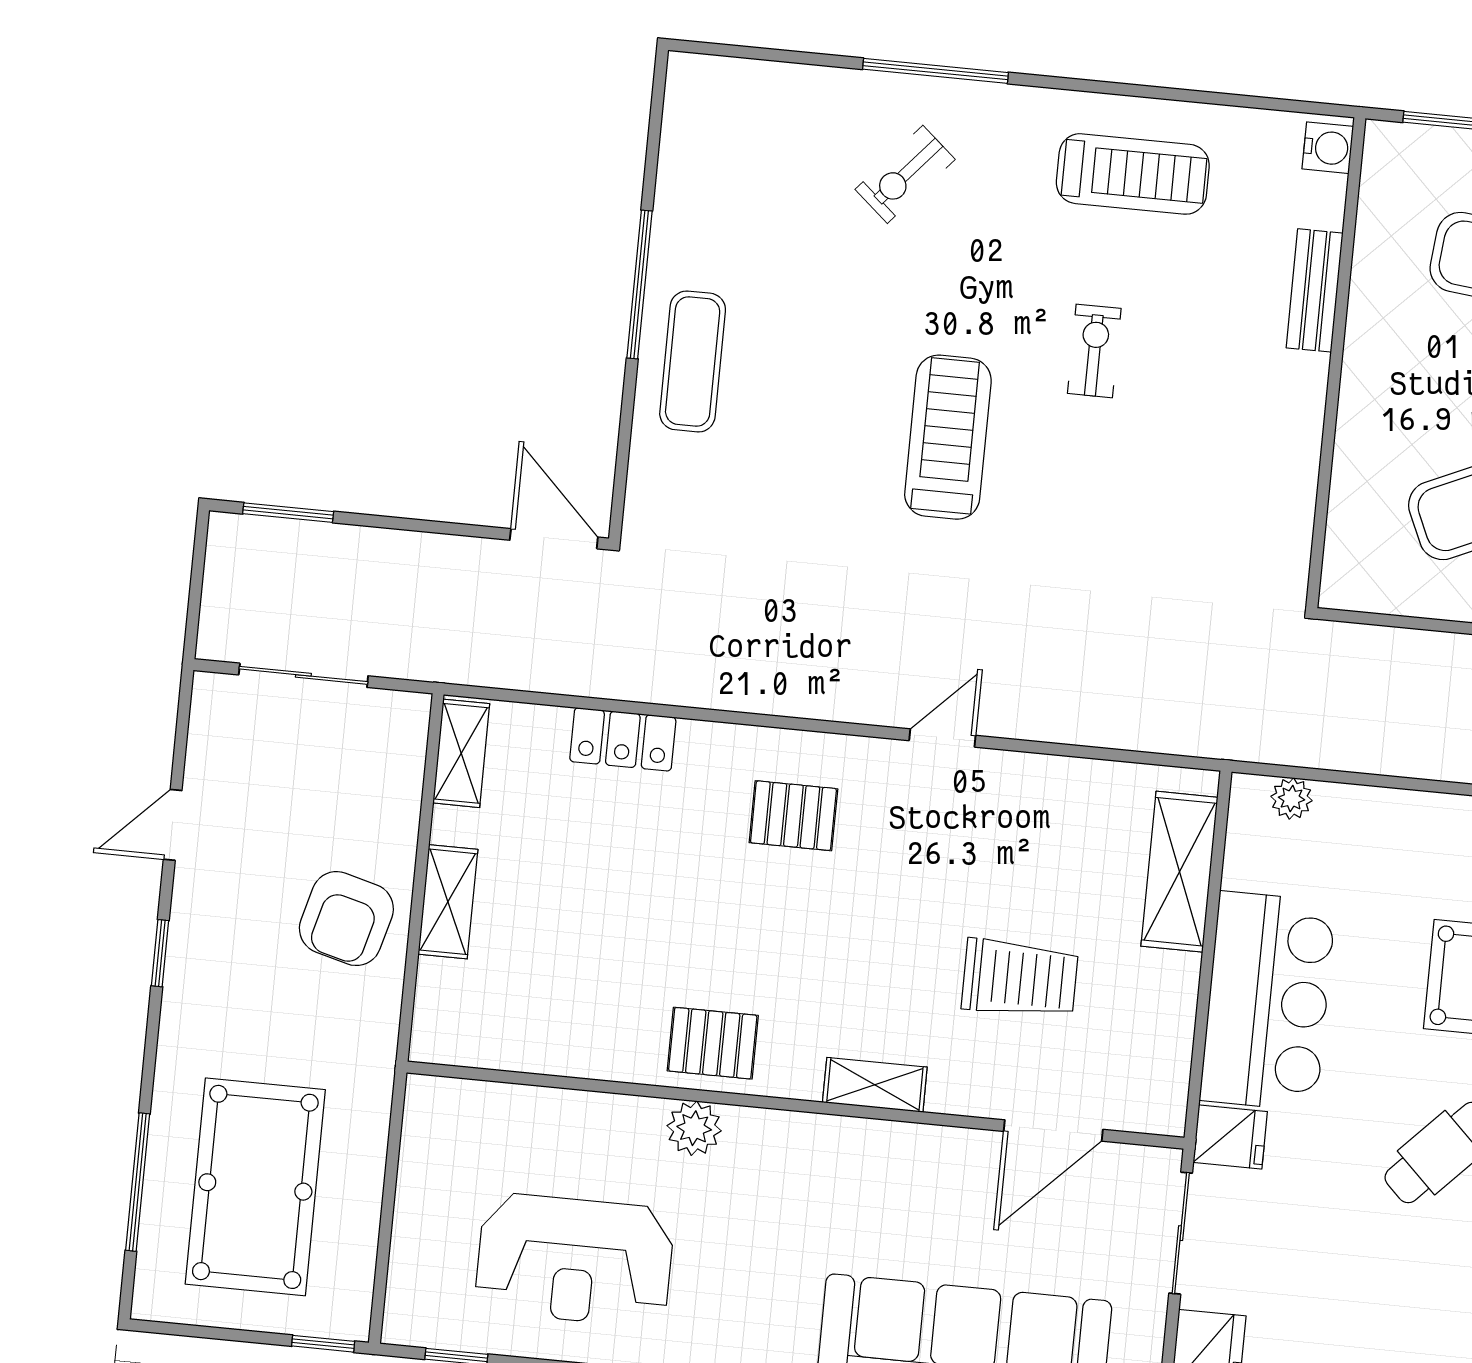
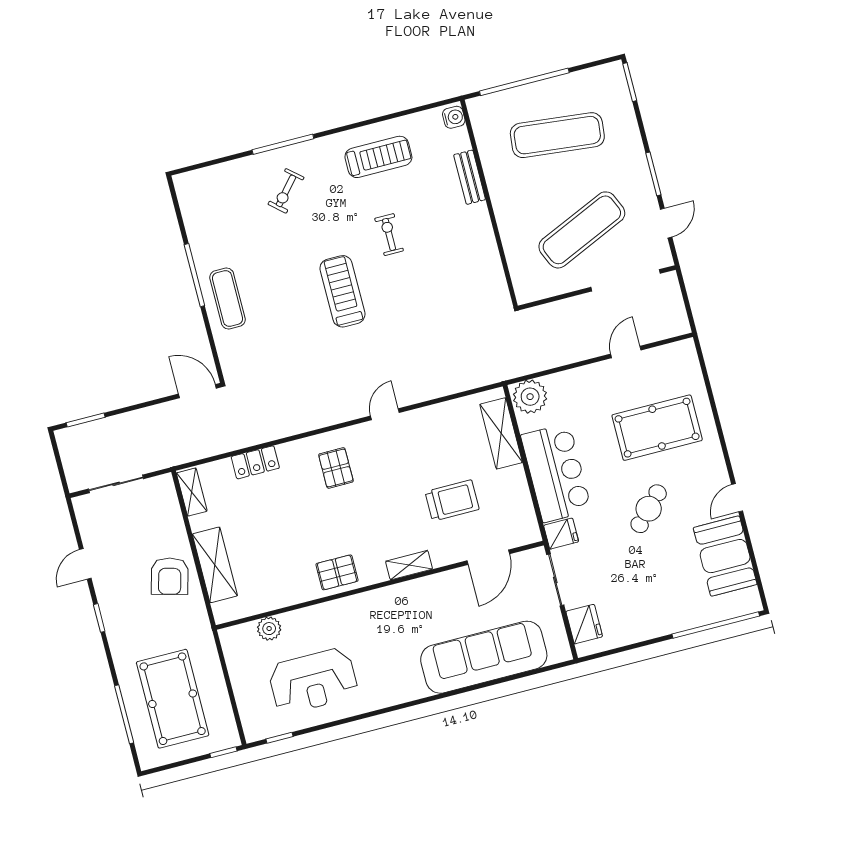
plant: (1292, 799) -> (530, 397), width x1.88, depth x1.88
pallet: (793, 816) -> (336, 468), turned 90
shelving: (448, 902) -> (215, 565), width x1.50, depth x1.33
plant: (694, 1128) -> (269, 629), moved

